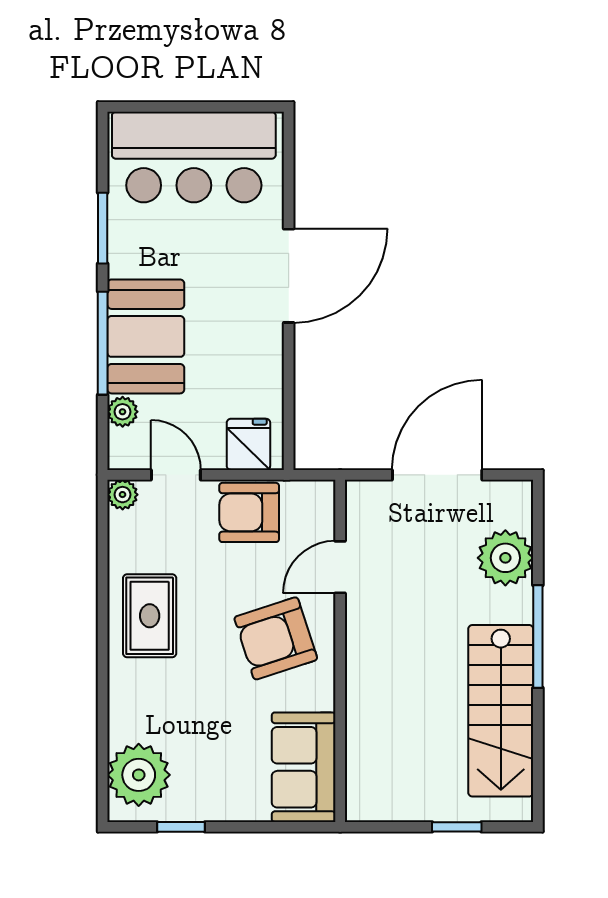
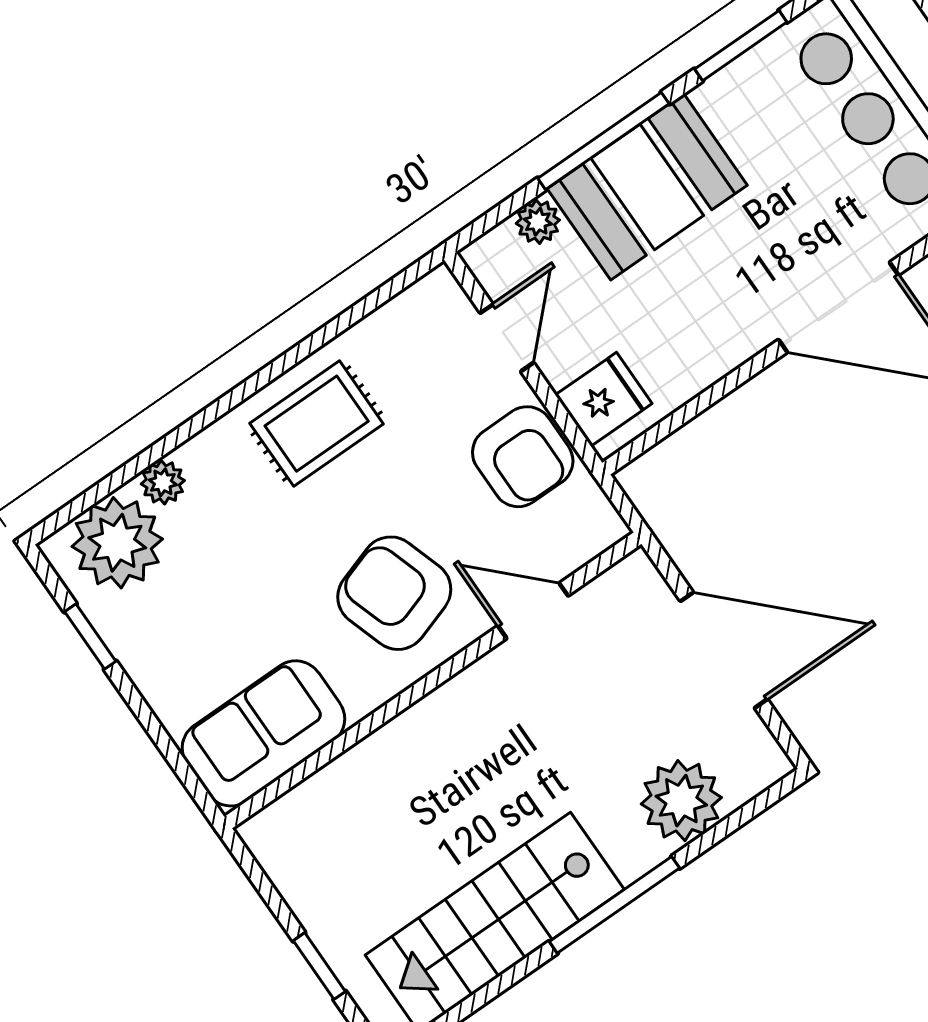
plant: (123, 495) -> (163, 482), moved
armchair: (249, 512) -> (523, 457), turned 180

